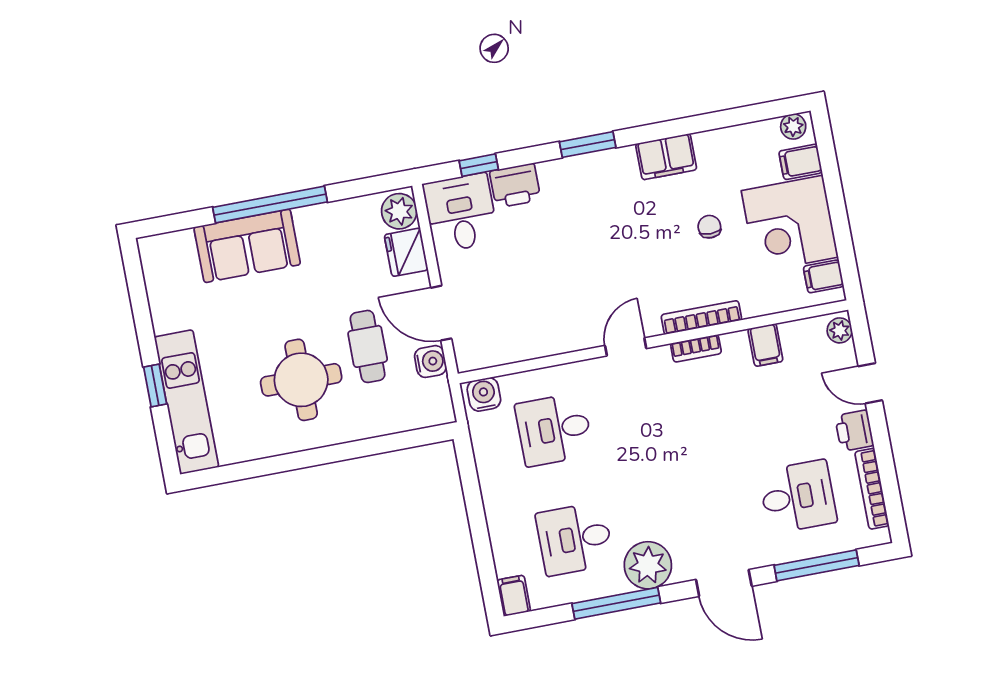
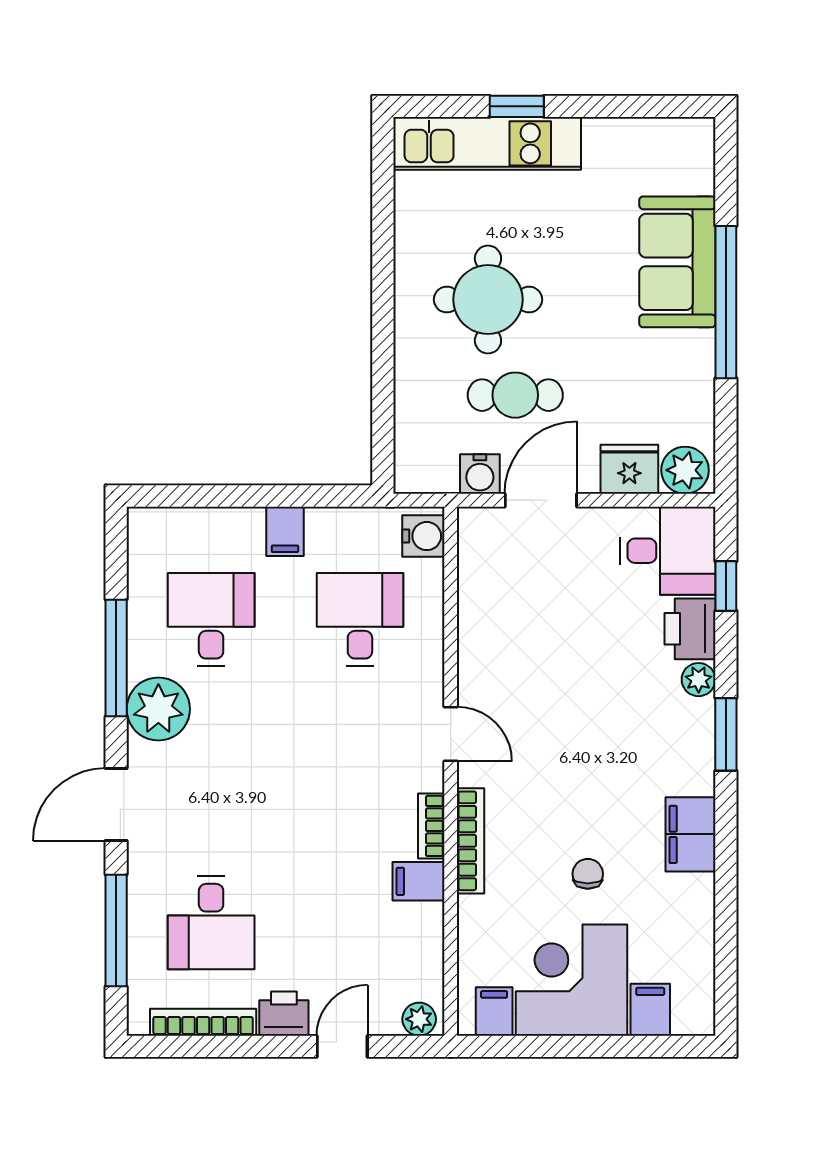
plant: (793, 127) -> (699, 680), moved
chair: (709, 227) -> (588, 874), turned -90
filing cabinet: (765, 345) -> (418, 881), moved
filing cabinet: (514, 596) -> (285, 531), moved, turned 90

